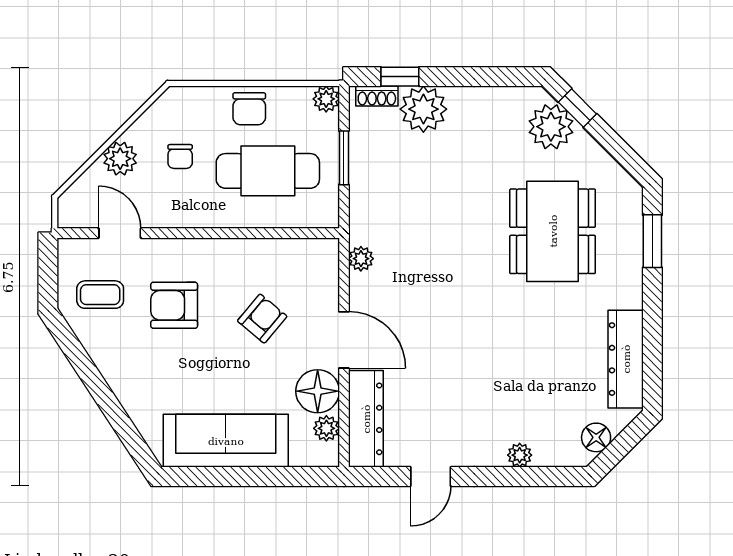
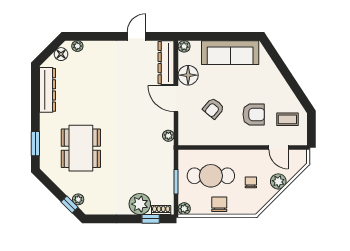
plant: (551, 127) -> (78, 199), width x0.53, depth x0.53
plant: (326, 428) -> (184, 46), moved
plant: (520, 455) -> (77, 46), moved

